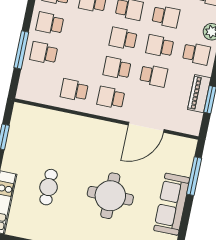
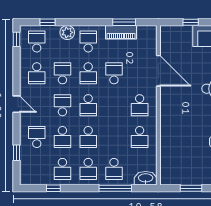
school desk: (117, 68) -> (88, 137), moved
washbasin: (25, 87) -> (146, 178), added
window: (194, 176) -> (191, 22), width x0.46

